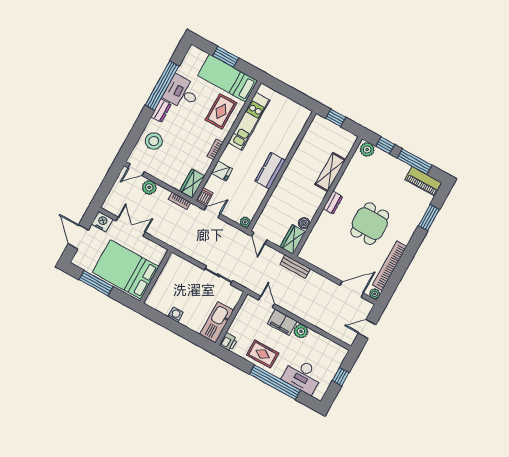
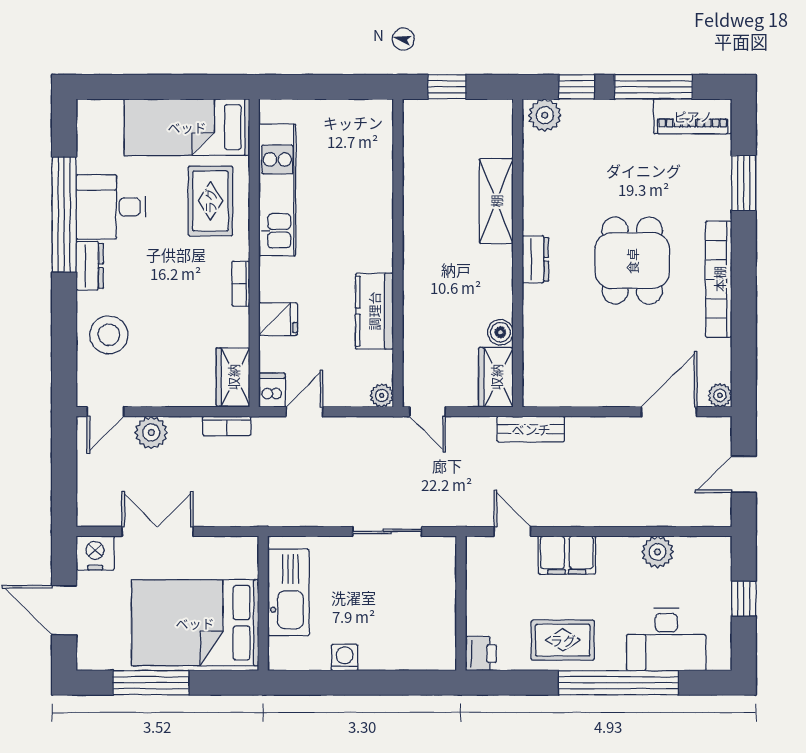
window: (226, 57) -> (159, 87), removed
kitchen counter: (270, 171) -> (374, 311), moved
bookcase: (390, 266) -> (719, 279), moved
kitchen sink: (217, 322) -> (288, 592), moved, turned 180
plant: (301, 331) -> (658, 552), moved

